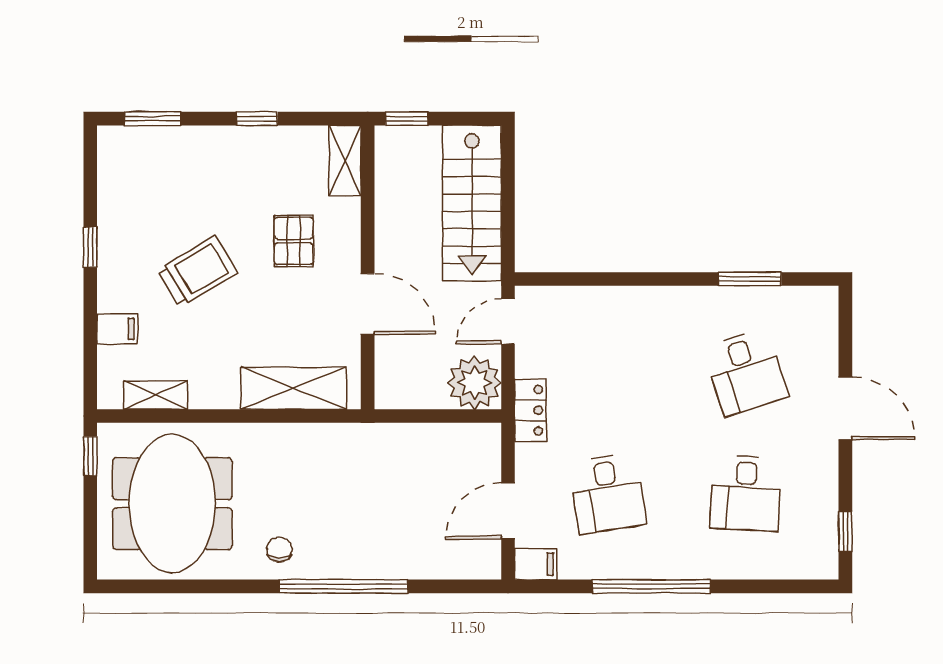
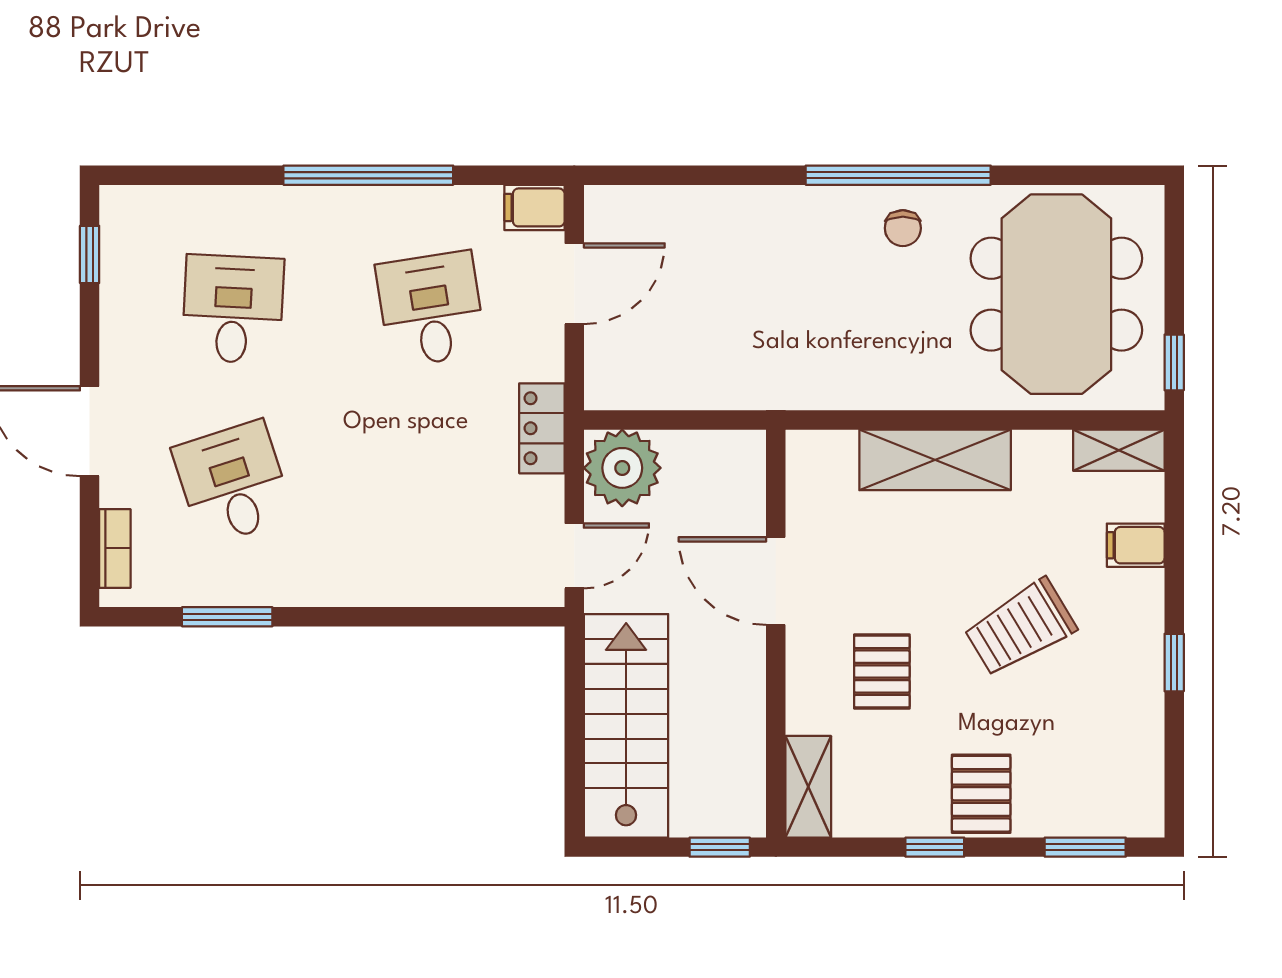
pallet: (225, 156) -> (981, 794), added
bookcase: (828, 327) -> (115, 548), added
shelving: (294, 388) -> (935, 460), moved
shelving: (156, 395) -> (1119, 450), moved
window: (343, 586) -> (898, 175), moved

